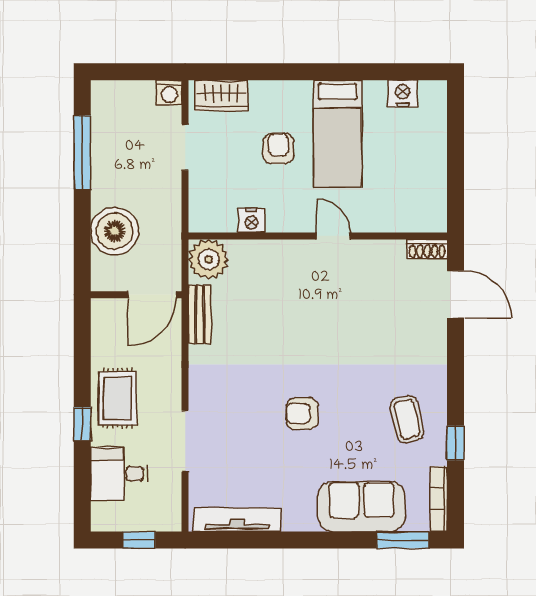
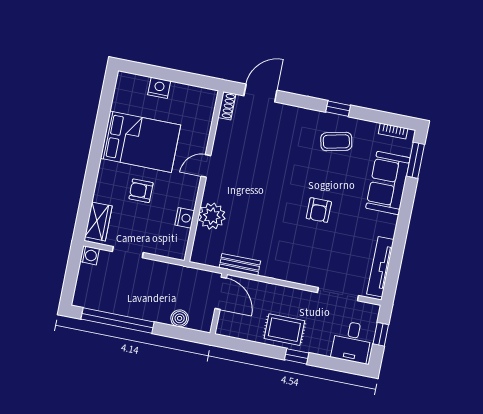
nightstand: (403, 94) -> (159, 88), moved, turned 90
bed: (338, 134) -> (141, 142), width x1.50
window: (82, 152) -> (117, 321), width x1.46
boiler: (115, 231) -> (180, 318), width x0.54, depth x0.54
plant: (208, 259) -> (212, 216), moved
doorway: (185, 441) -> (338, 294), moved
window: (456, 443) -> (338, 109), moved
desk: (119, 474) -> (352, 342), moved
bookcase: (439, 499) -> (393, 131), width x0.64

